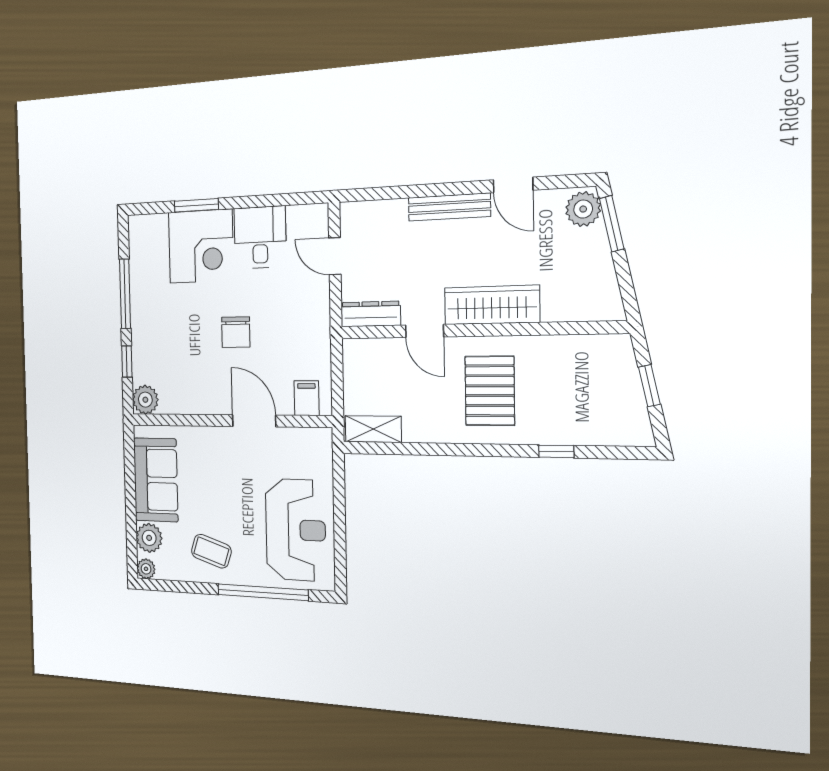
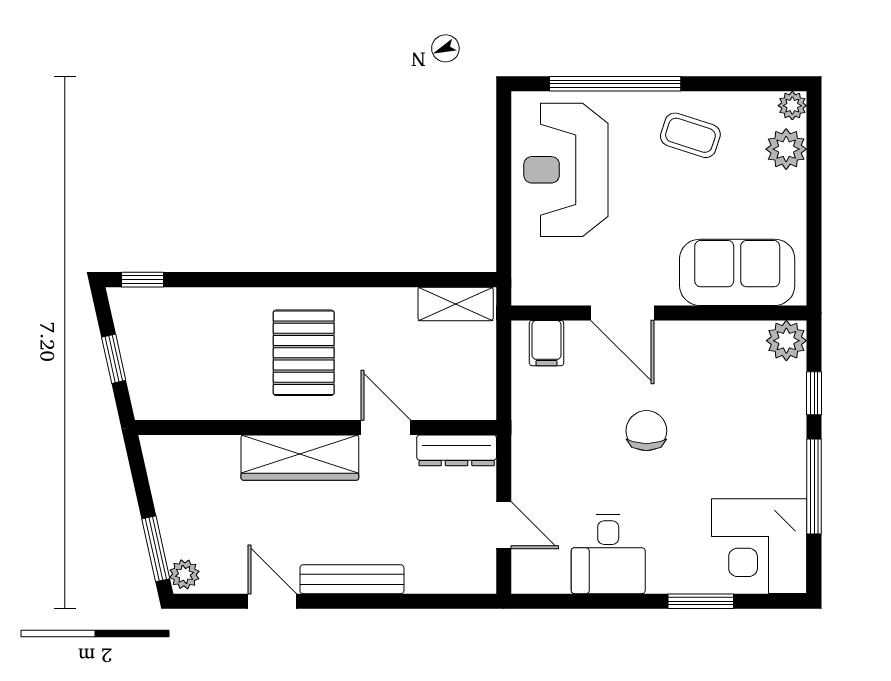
plant: (583, 209) -> (184, 574), width x0.73, depth x0.73
corner desk: (201, 246) -> (759, 546), moved, turned -90
window: (556, 451) -> (143, 280), moved
sofa: (156, 480) -> (737, 272), moved, turned 90

